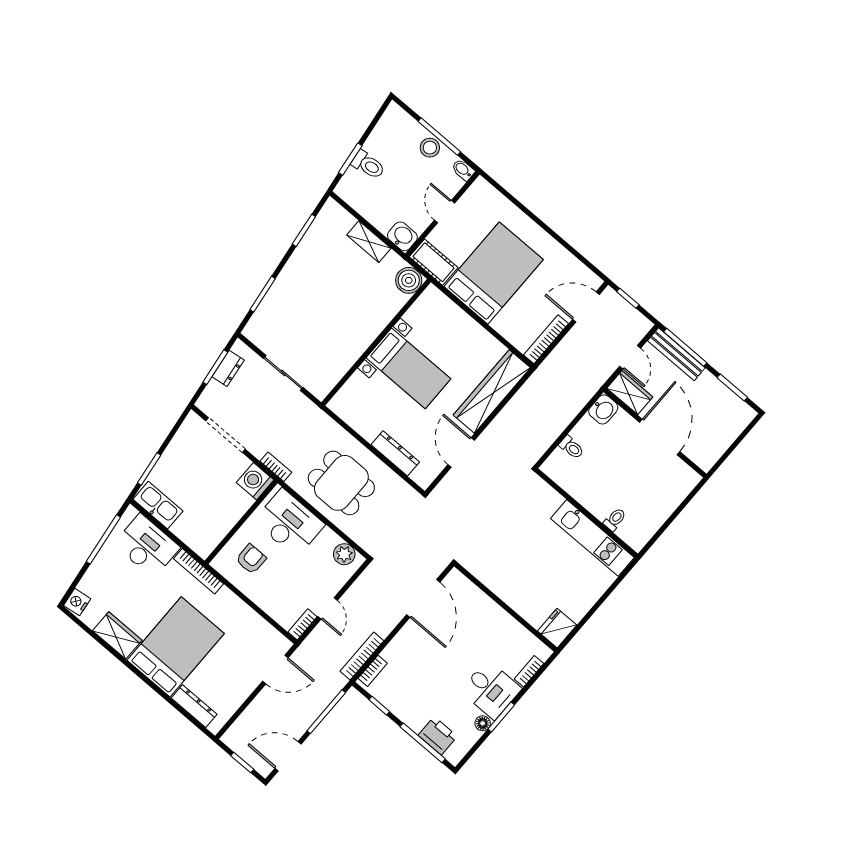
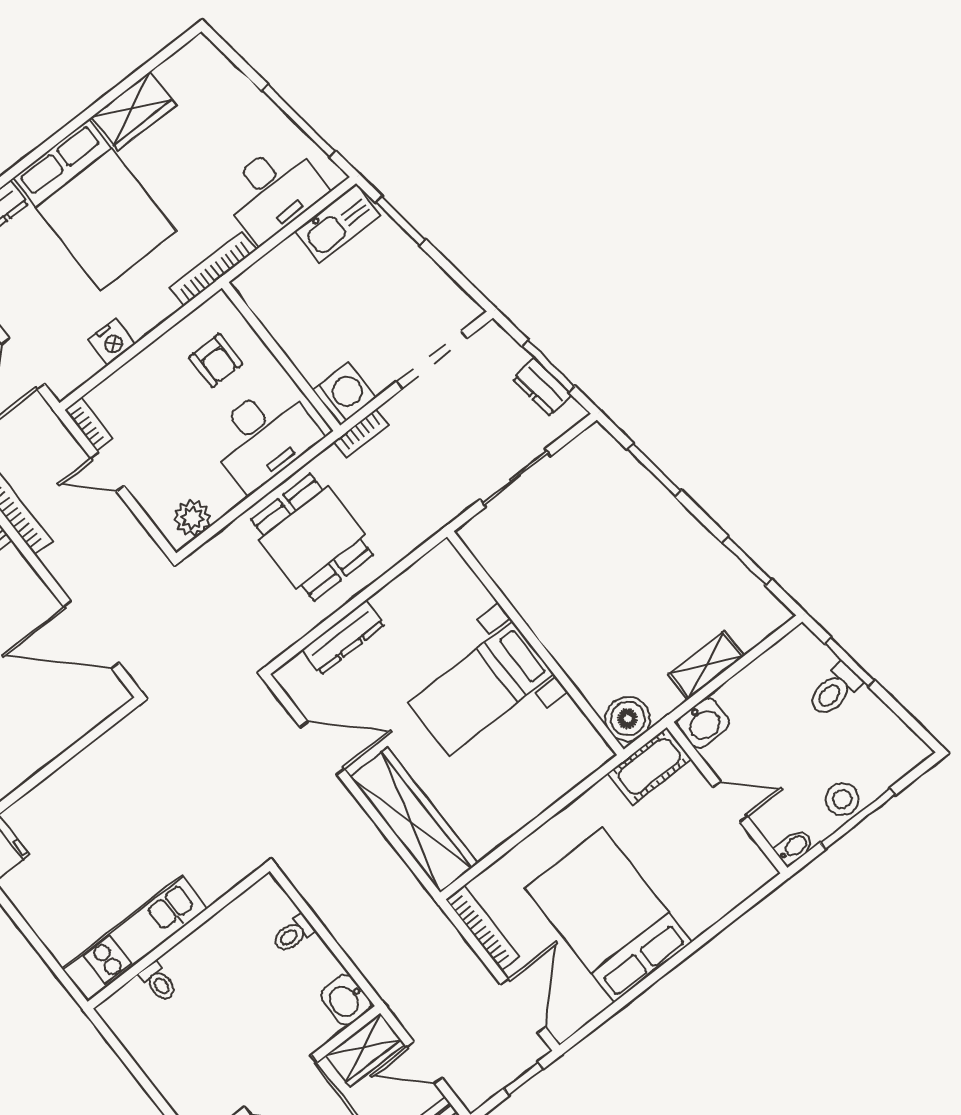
bed: (494, 273) -> (608, 915), moved, turned 180
dining table: (341, 483) -> (312, 537), turned 90
nightstand: (77, 602) -> (112, 342), moved, turned 98

